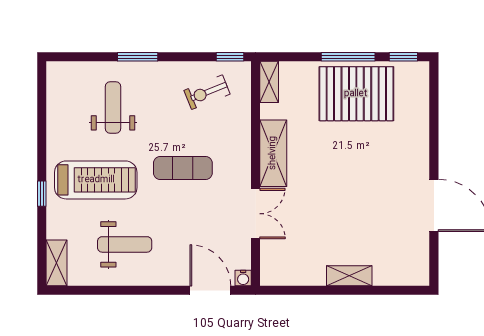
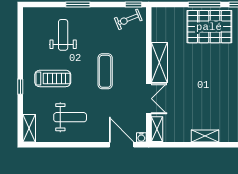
shelving: (269, 82) -> (157, 129), moved
exercise bike: (207, 92) -> (128, 19), moved
exercise mat: (183, 168) -> (105, 71), turned 90
treadmill: (96, 180) -> (53, 78), width x0.73, depth x0.73

